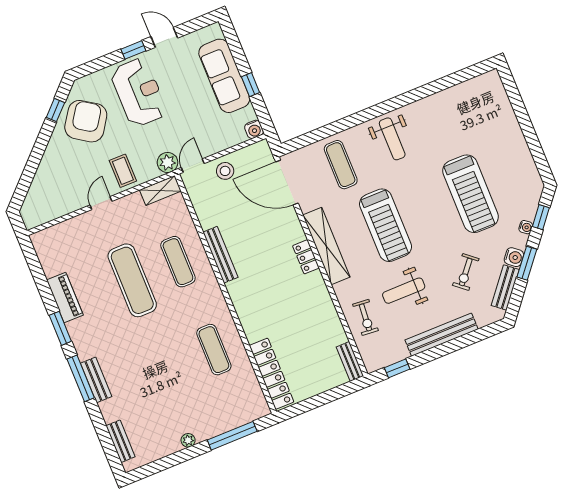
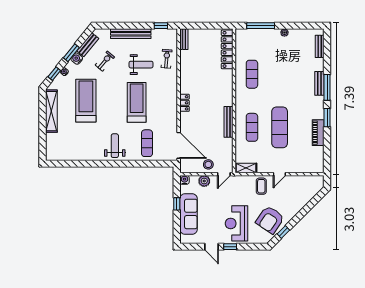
plant: (168, 163) -> (204, 181), moved
shelving: (326, 246) -> (51, 111), moved

